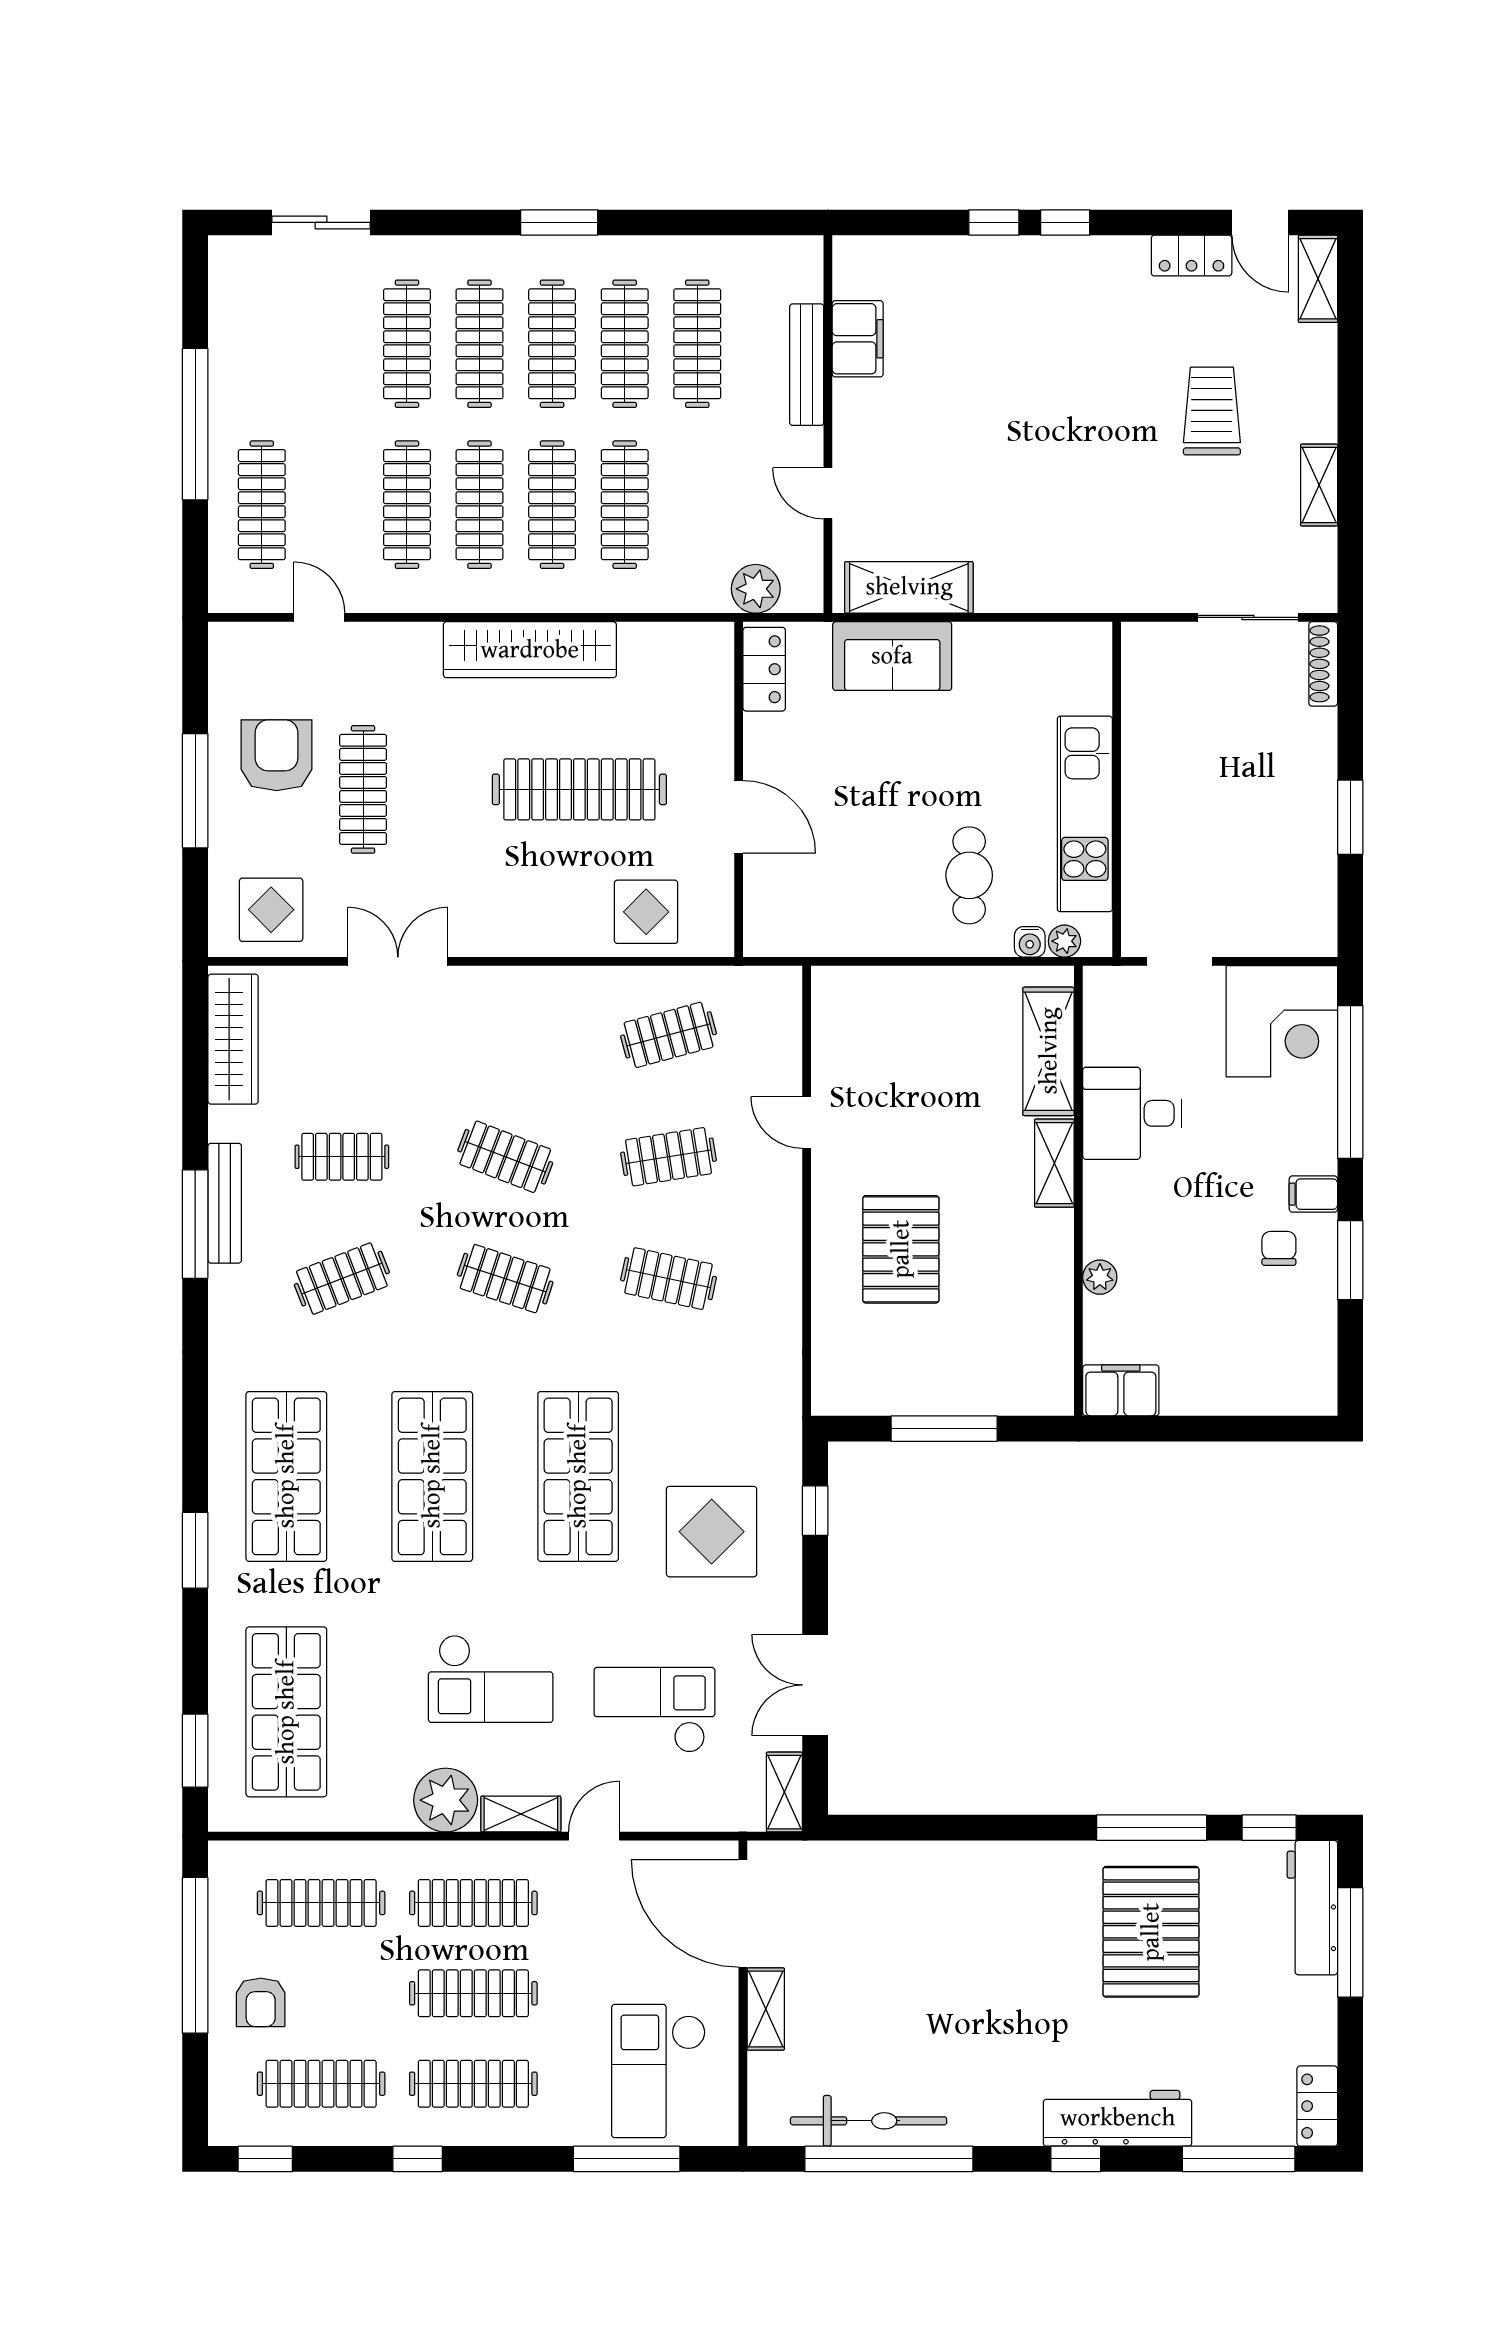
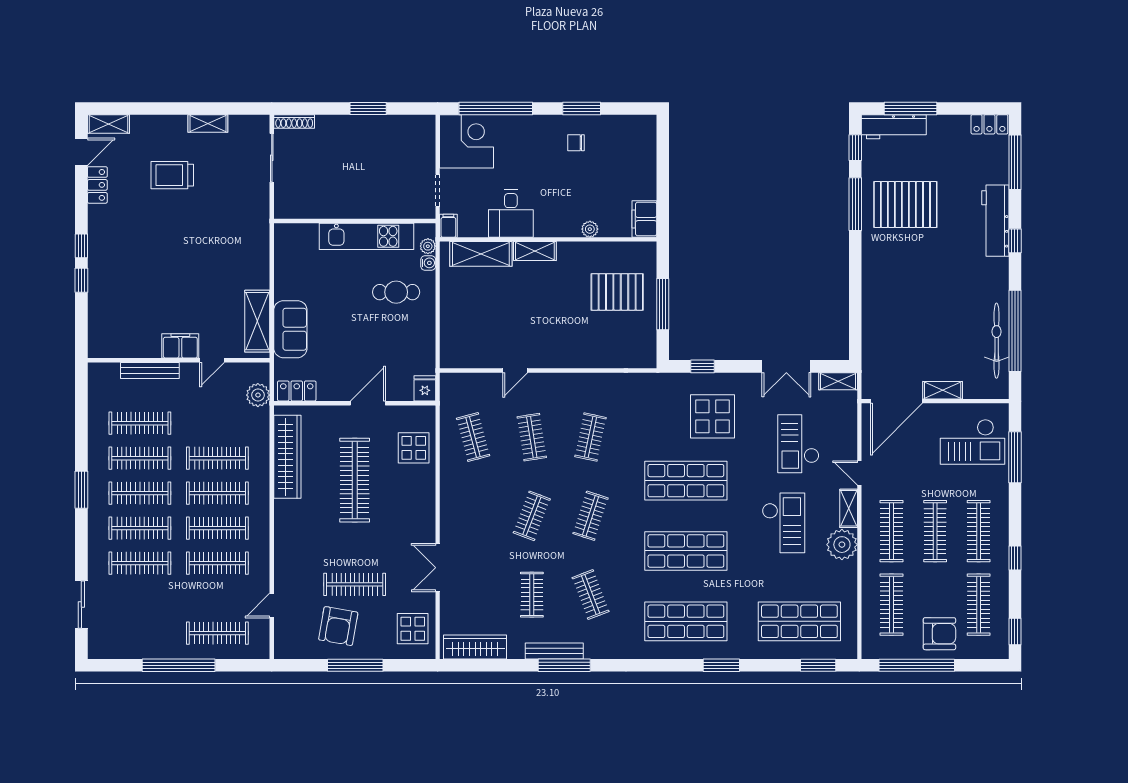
filing cabinet: (858, 339) -> (180, 346), moved
wardrobe: (530, 650) -> (287, 457), moved
armchair: (277, 755) -> (338, 626), turned -80
fridge: (770, 935) -> (425, 388), added
filing cabinet: (1313, 1194) -> (448, 226), moved, turned 180
pallet: (901, 1249) -> (617, 292), moved
armchair: (261, 2002) -> (939, 634), width x1.38, depth x1.38

